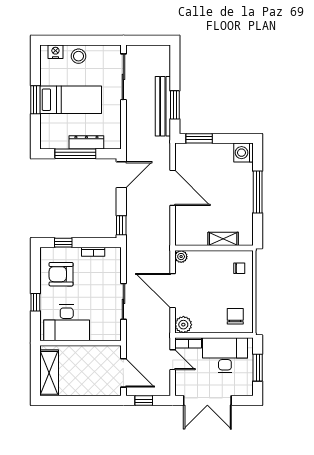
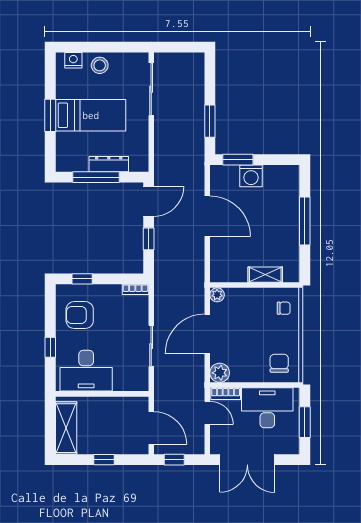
bench: (163, 106) -> (196, 123), removed
washing machine: (243, 153) -> (251, 176), moved, turned -90
window: (121, 225) -> (149, 239), moved
bookcase: (93, 252) -> (135, 289), moved
door: (173, 291) -> (207, 334), hinge flipped
window: (82, 401) -> (104, 460), added

